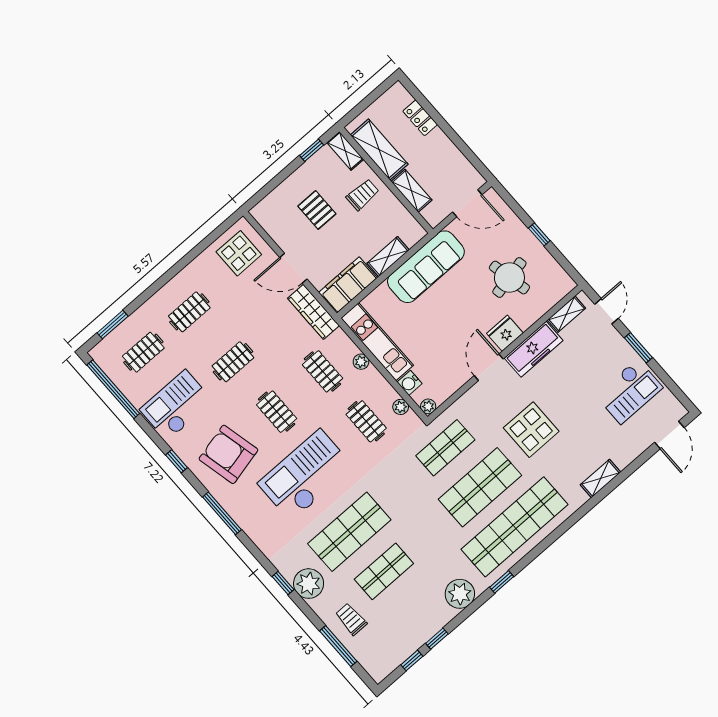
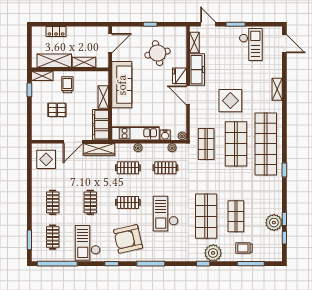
checkout: (306, 475) -> (166, 214), width x0.73, depth x0.83
plant: (460, 594) -> (274, 223), moved

